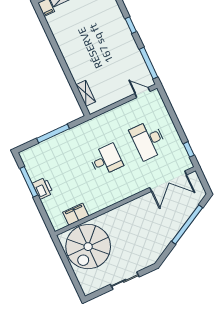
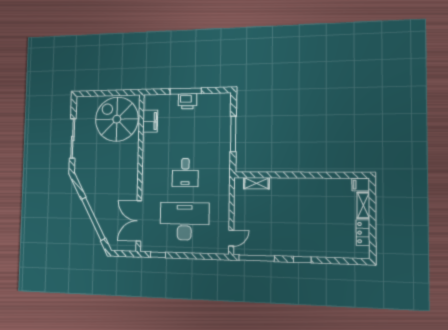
desk: (148, 140) -> (184, 221), width x1.36, depth x1.30
window: (29, 182) -> (186, 91), moved
sliding door: (125, 281) -> (73, 138), width x1.37

